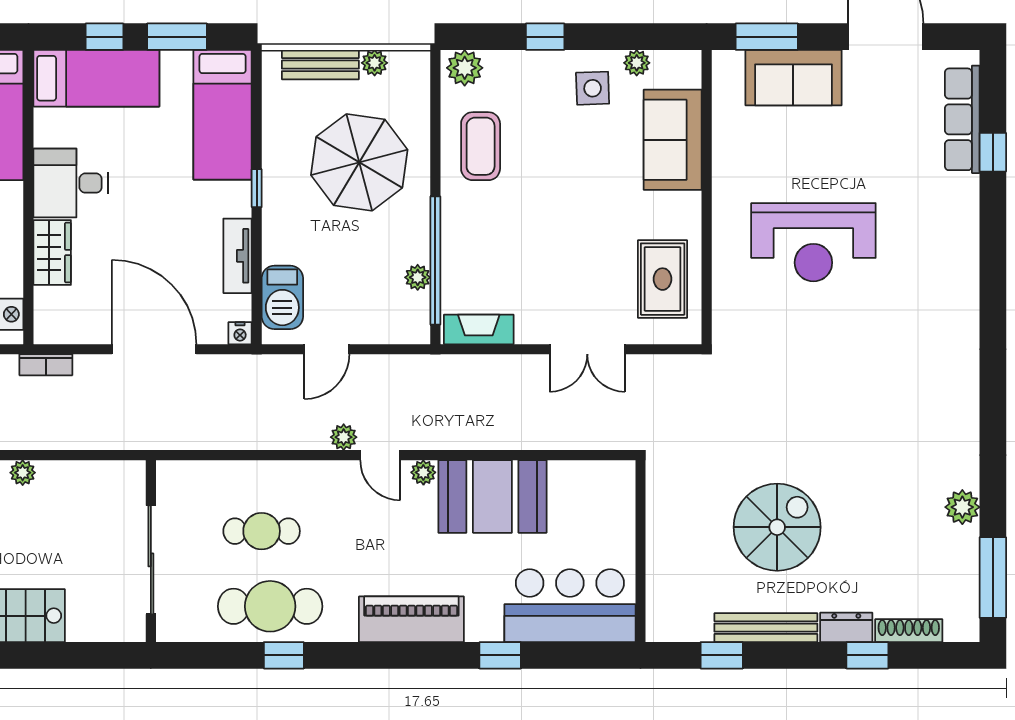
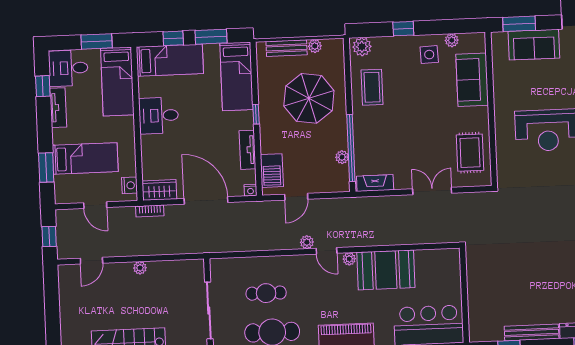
wardrobe: (52, 253) -> (159, 190), moved, turned -90
double door: (587, 349) -> (432, 191), swing flipped
spiral stairs: (777, 527) -> (535, 280), removed

